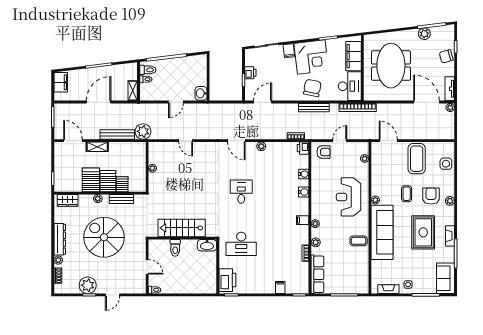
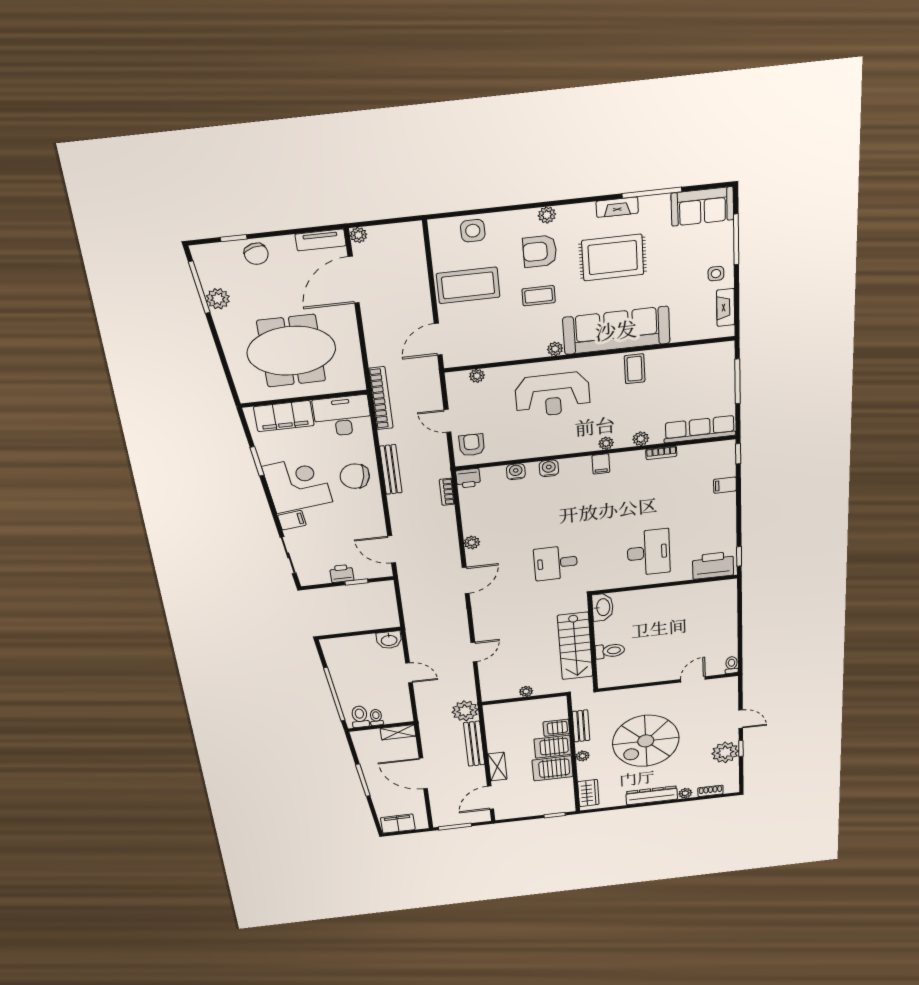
stairs: (182, 228) -> (575, 646), moved
wall: (182, 238) -> (593, 643), moved
washbasin: (207, 245) -> (603, 607), moved
toilet: (175, 248) -> (610, 651), moved

